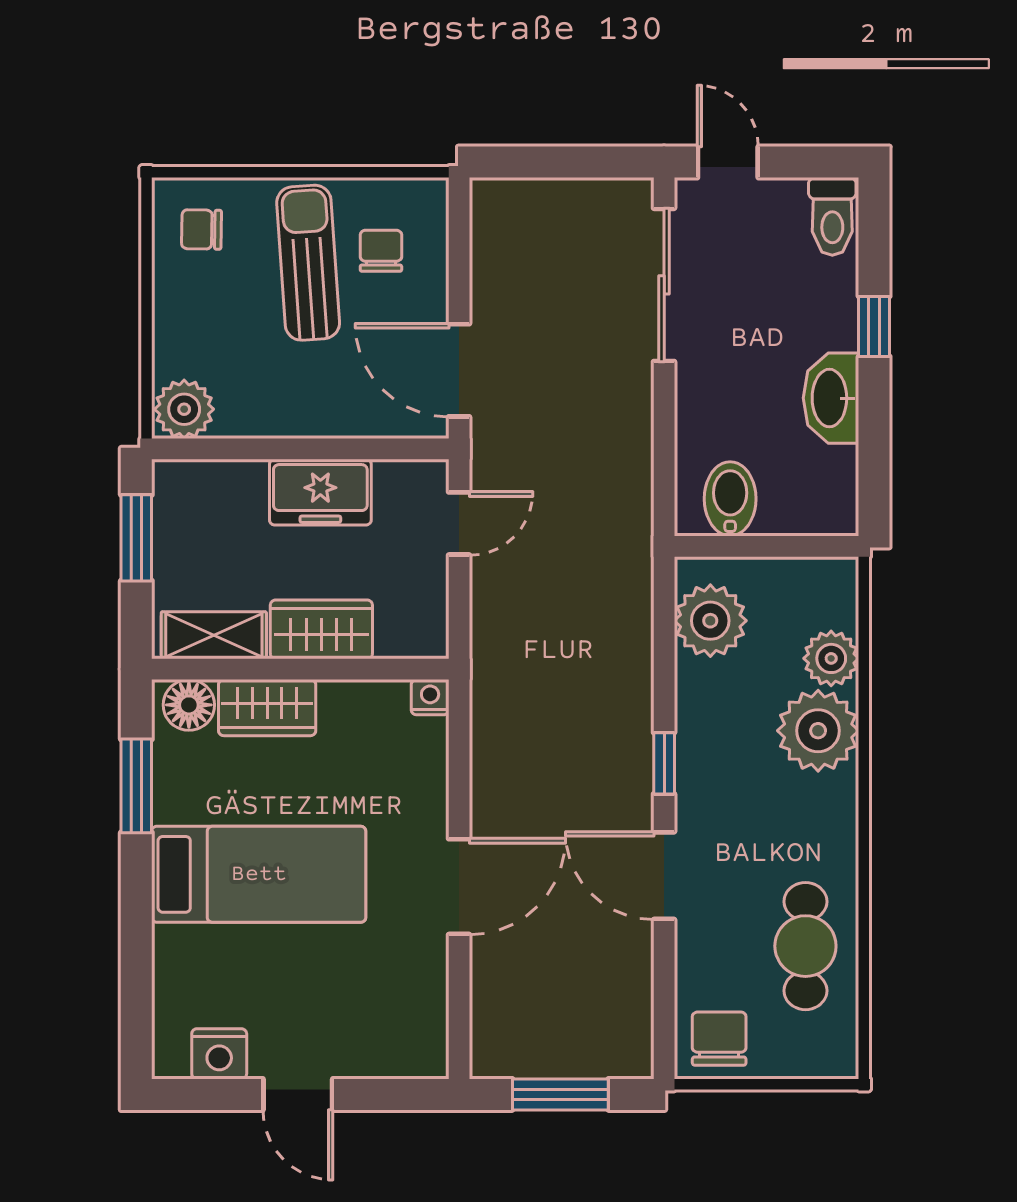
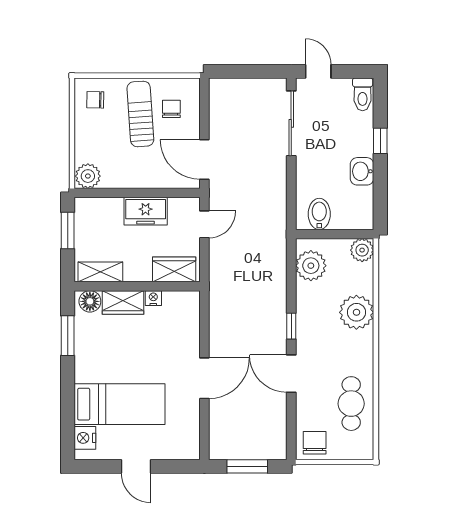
washbasin: (831, 398) -> (362, 171), width x0.72
wardrobe: (321, 629) -> (174, 269), moved
plant: (831, 658) -> (362, 250), moved
nightstand: (430, 697) -> (153, 298), moved
bed: (259, 874) -> (119, 404), moved
nightstand: (219, 1054) -> (85, 438), moved, turned 90

